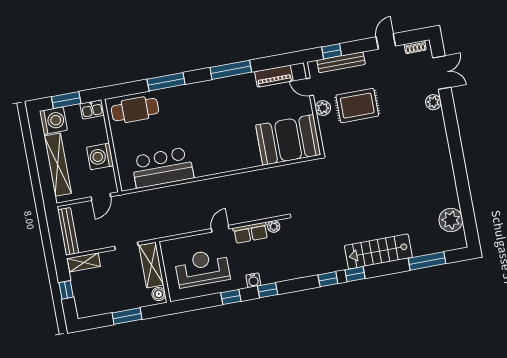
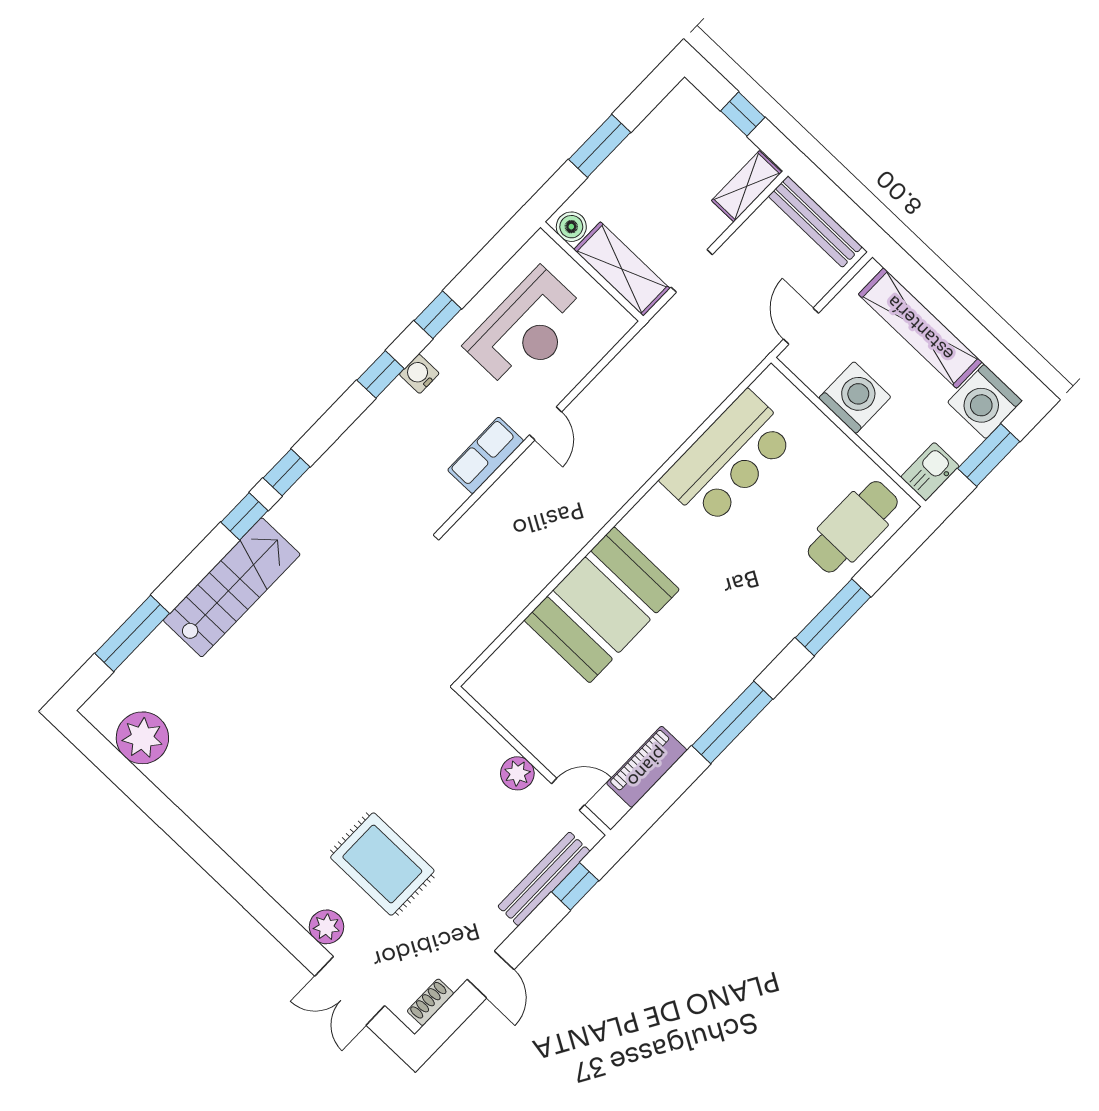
rug: (357, 106) -> (382, 864), moved, turned 90
booth: (288, 140) -> (602, 605), moved
plant: (274, 226) -> (452, 497), removed

